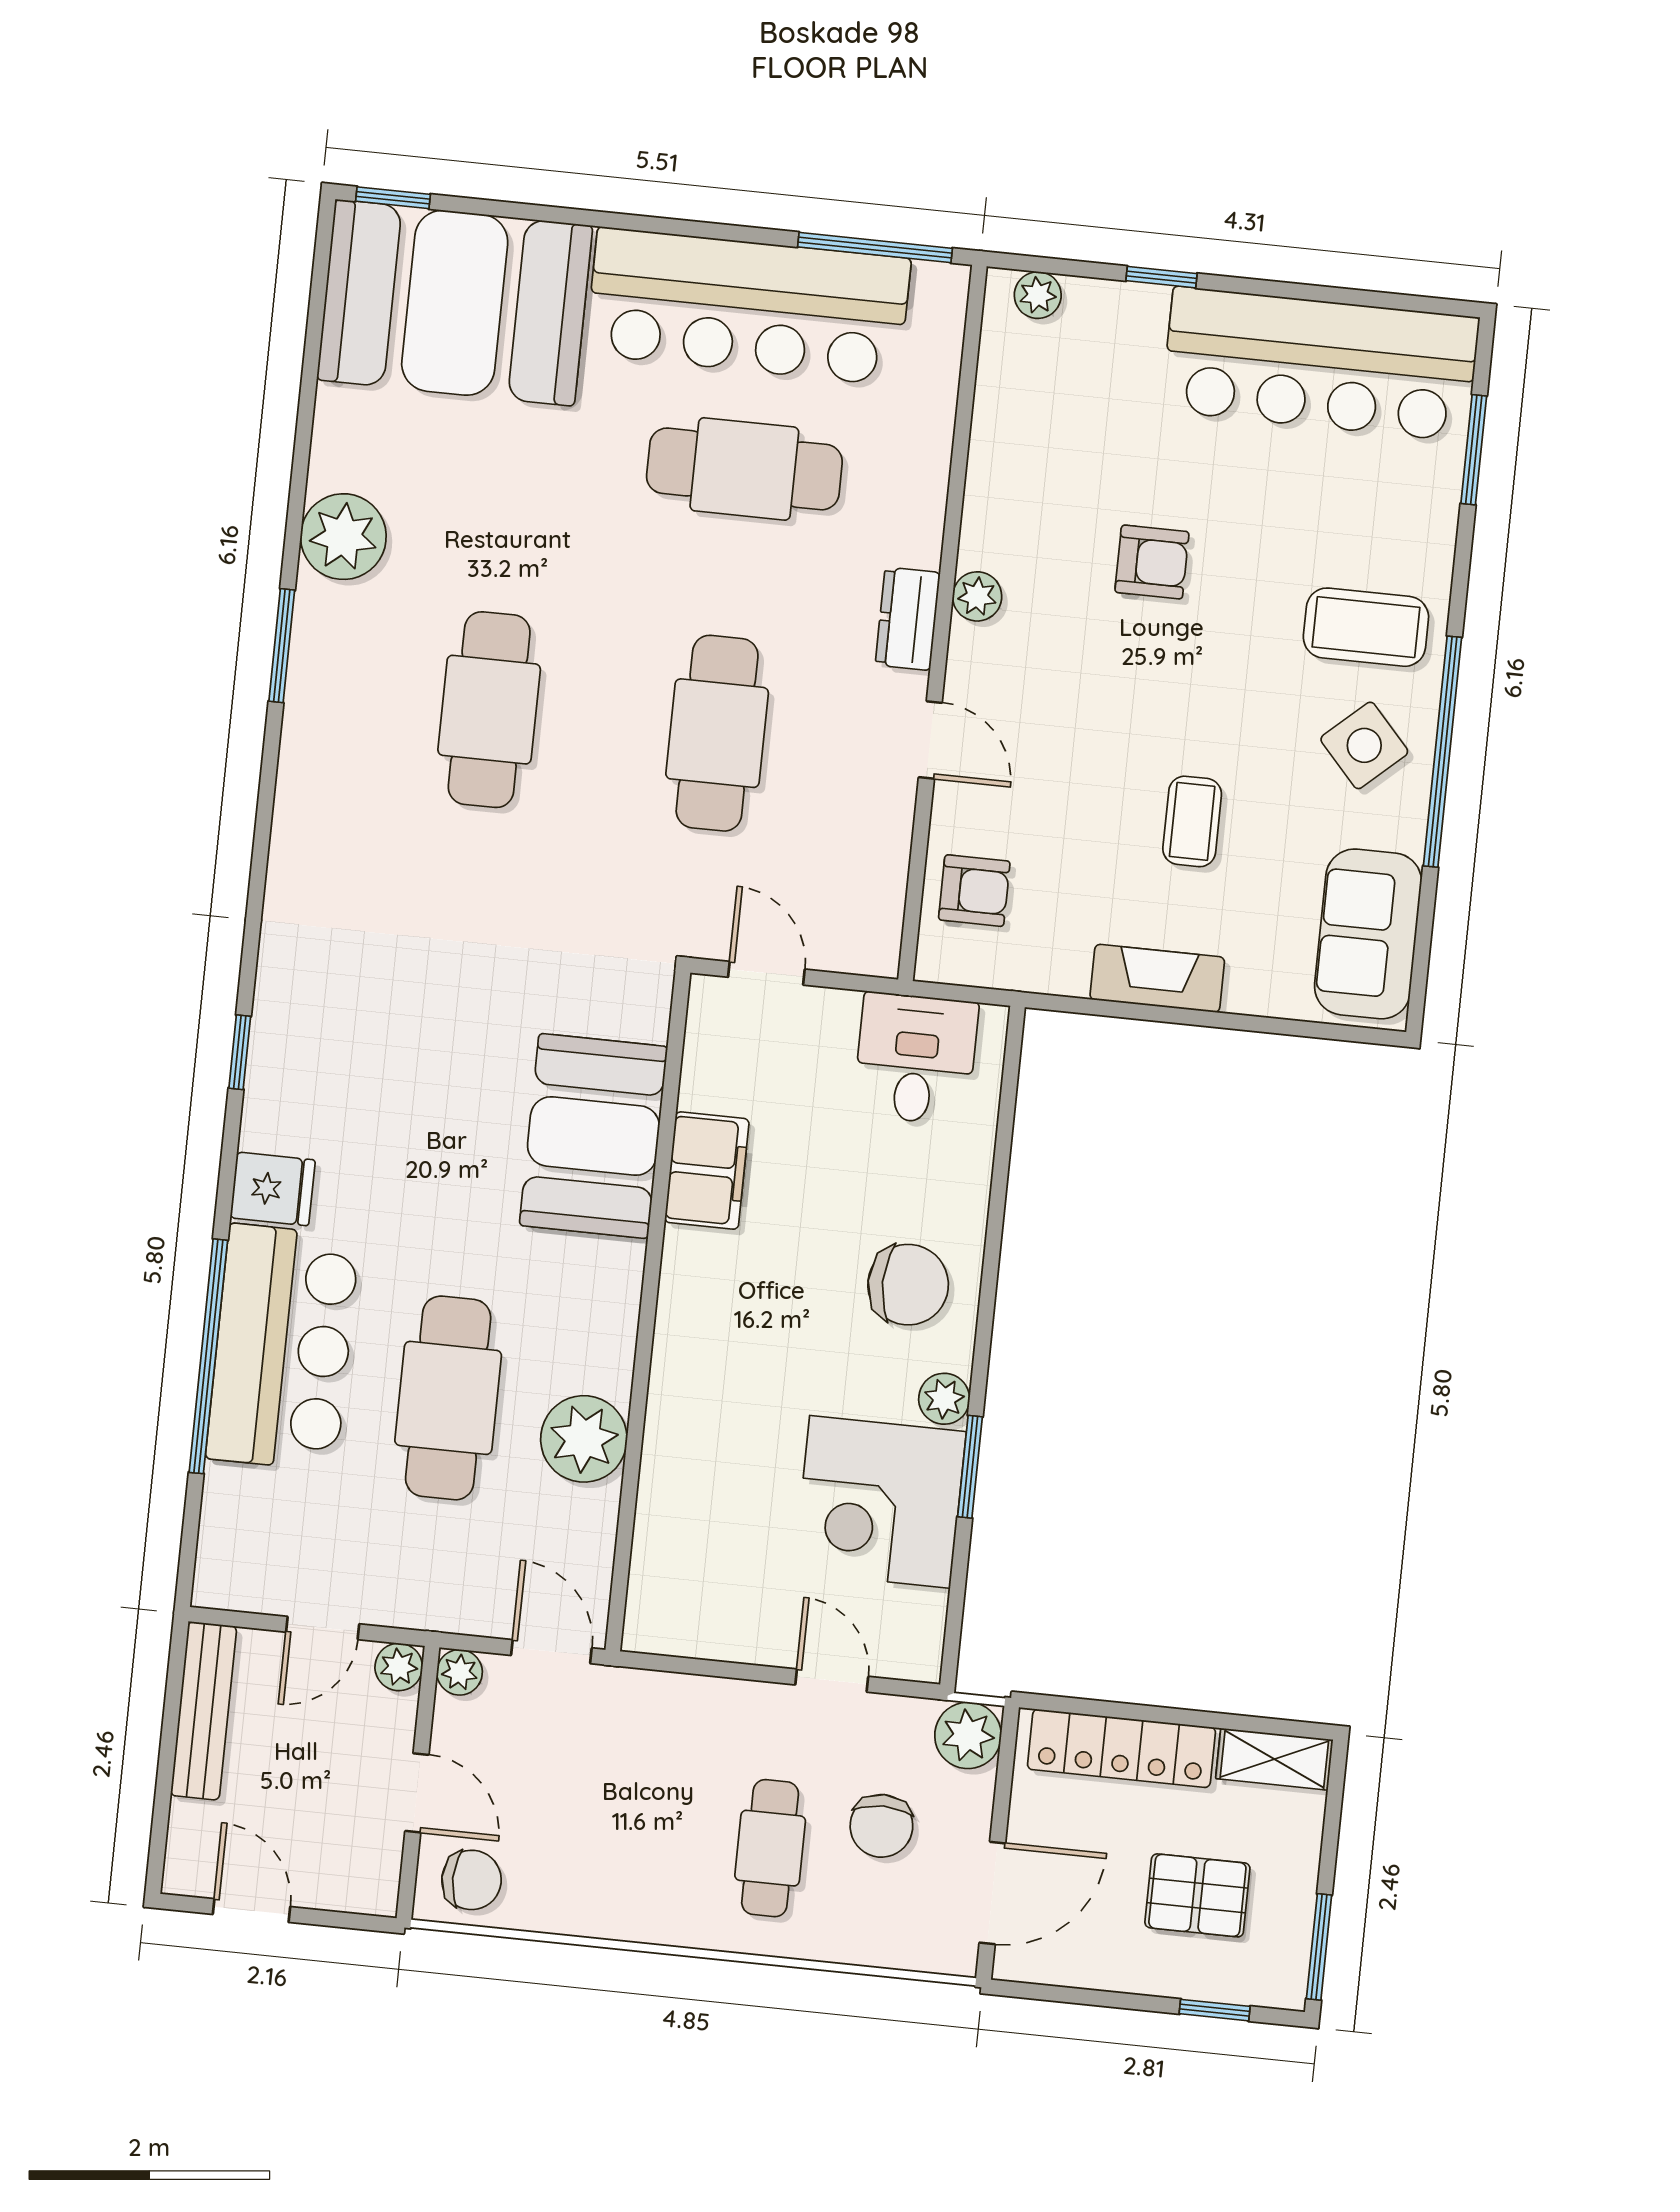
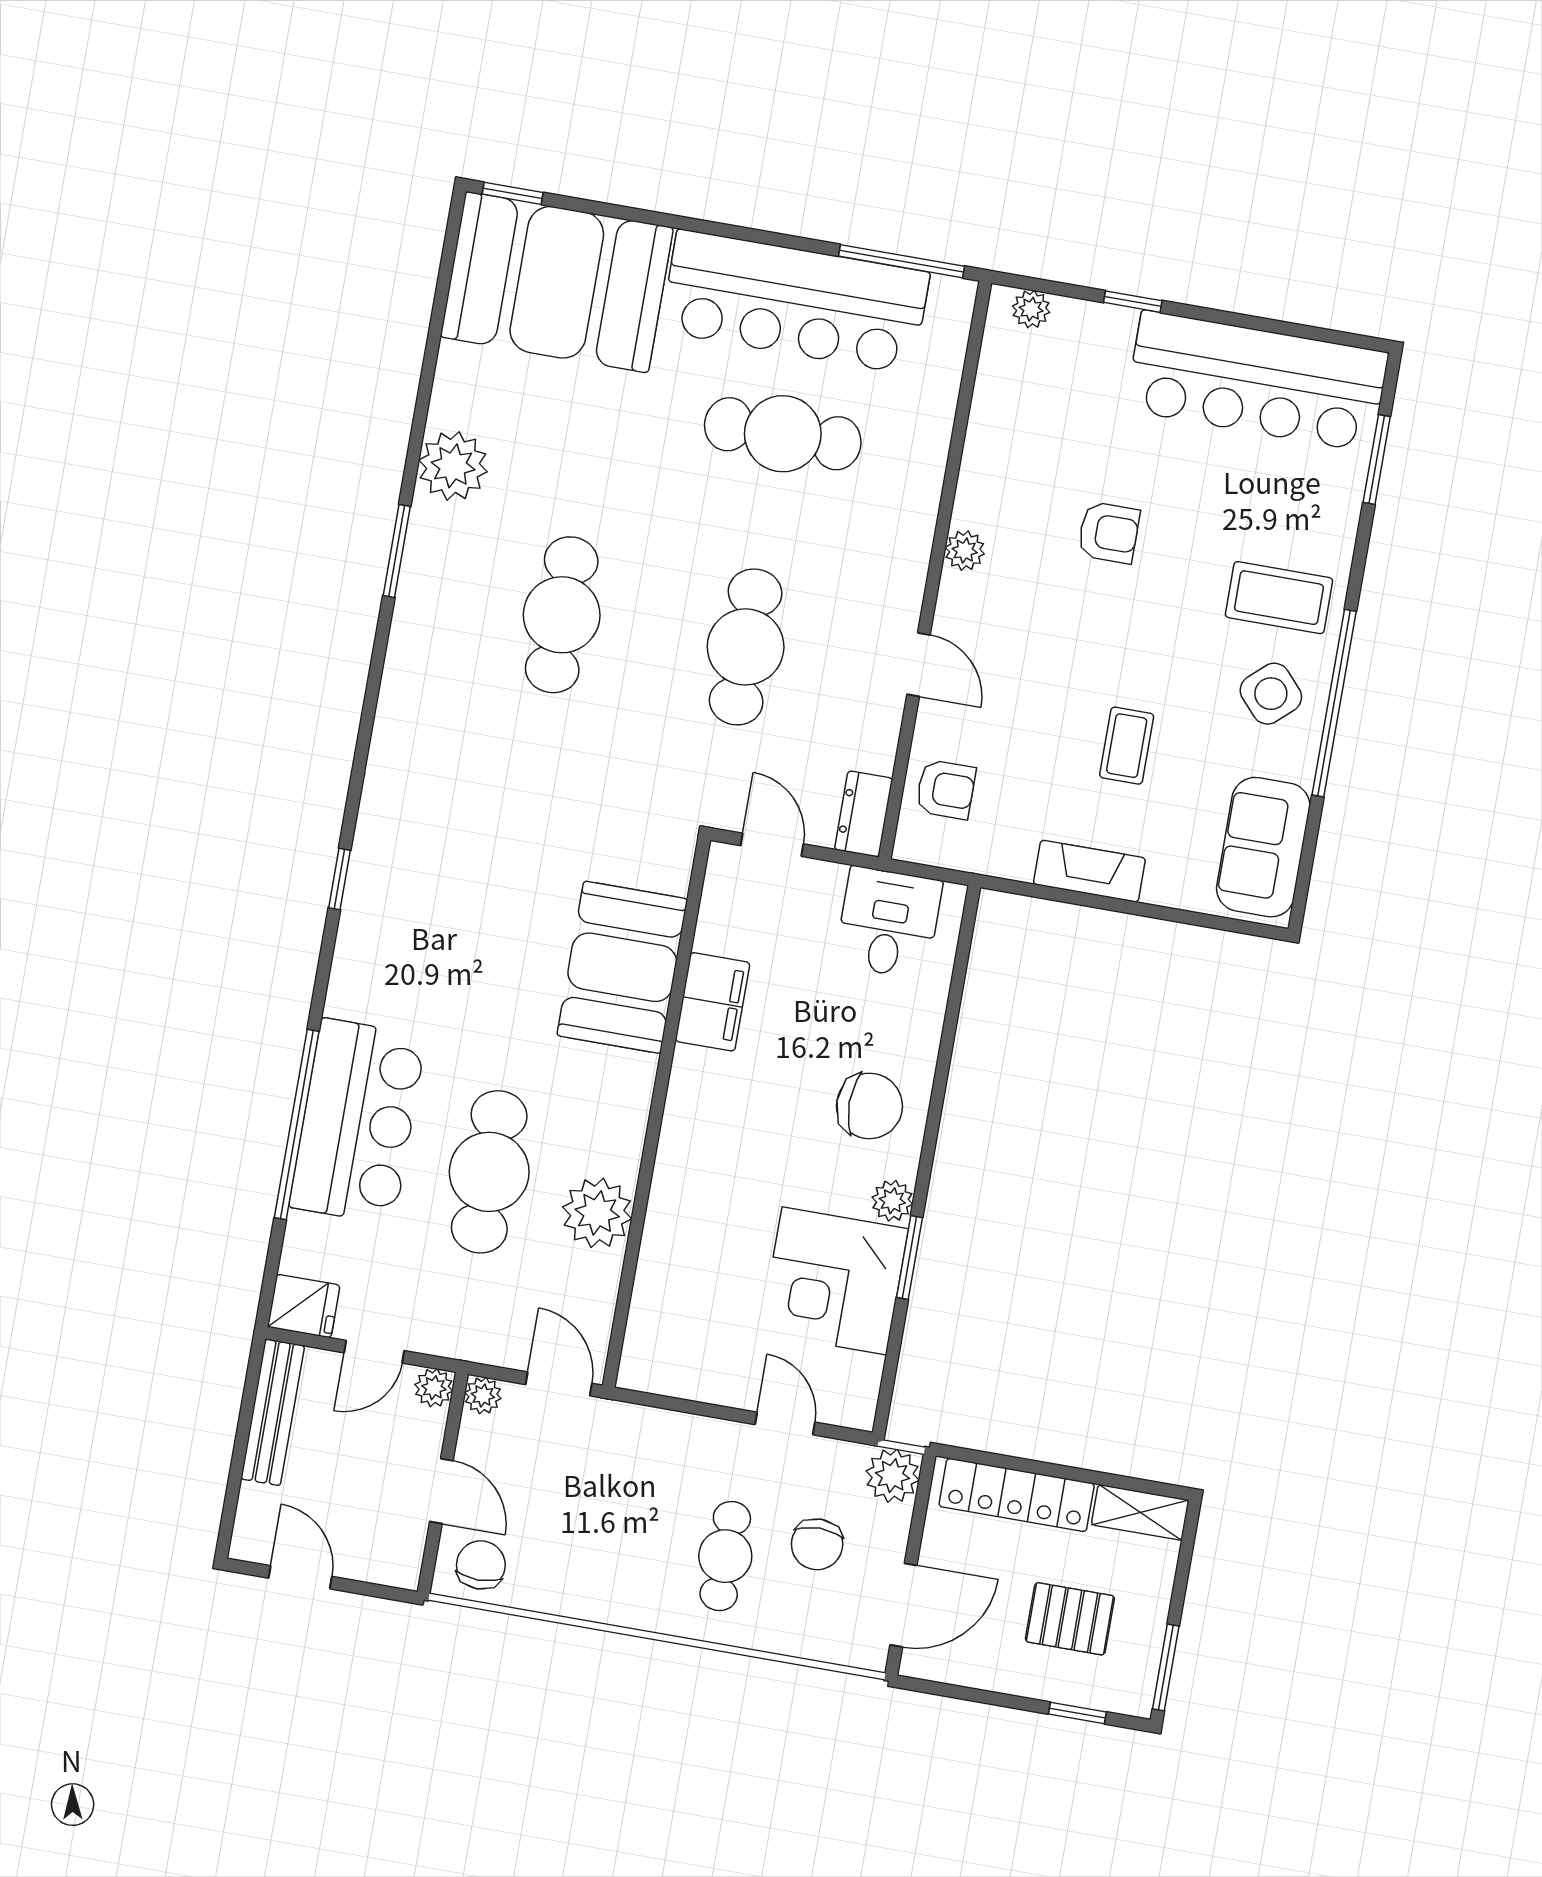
dresser: (908, 619) -> (864, 814), moved
fridge: (273, 1189) -> (304, 1306), moved
chair: (472, 1880) -> (481, 1565), turned -90

